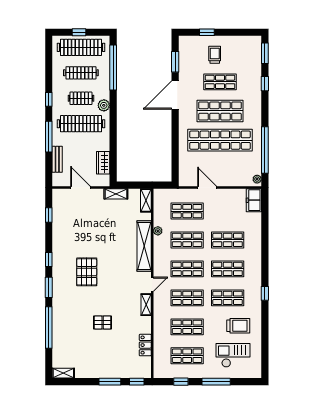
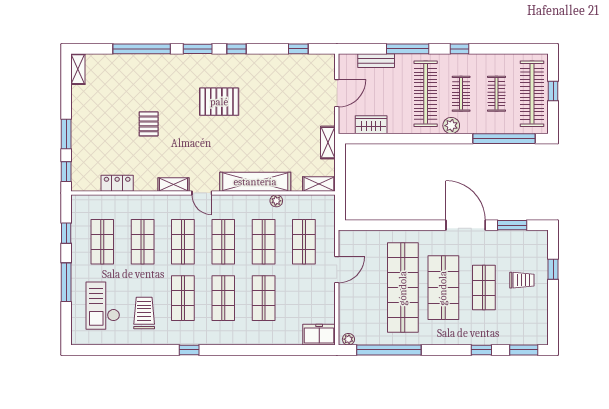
clothes rail: (81, 73) -> (497, 94), width x0.73
trolley: (238, 326) -> (144, 313), turned 180
checkout: (233, 355) -> (103, 306), turned 180

